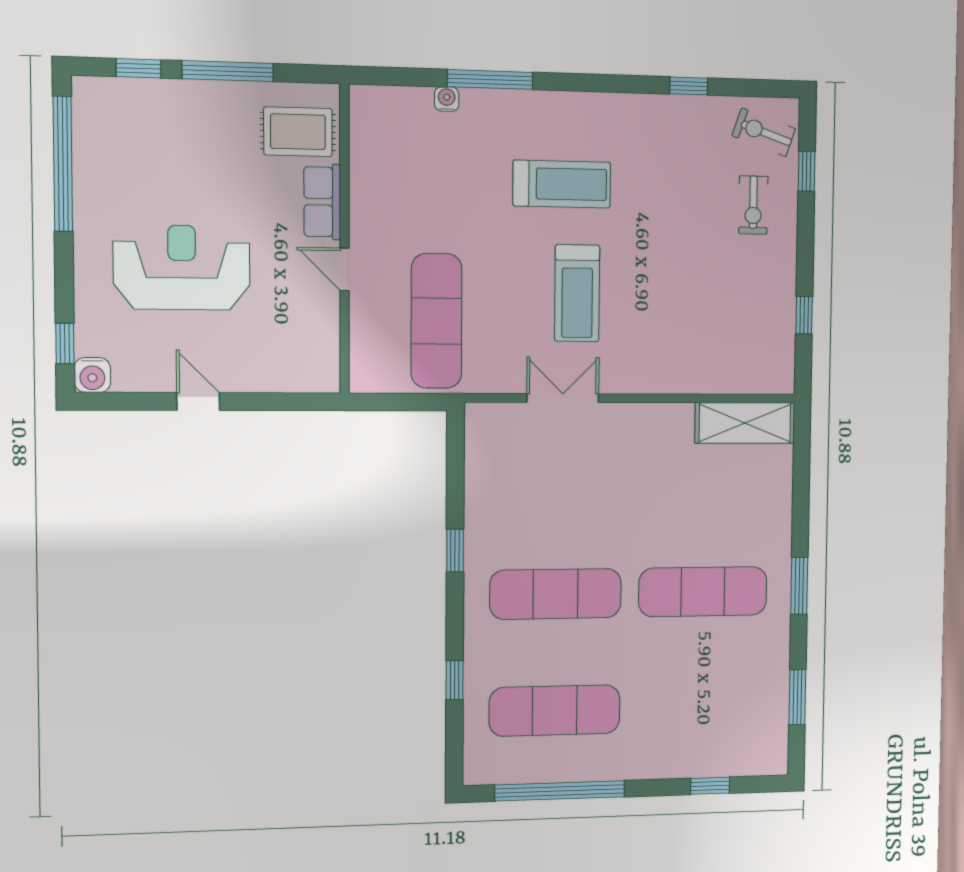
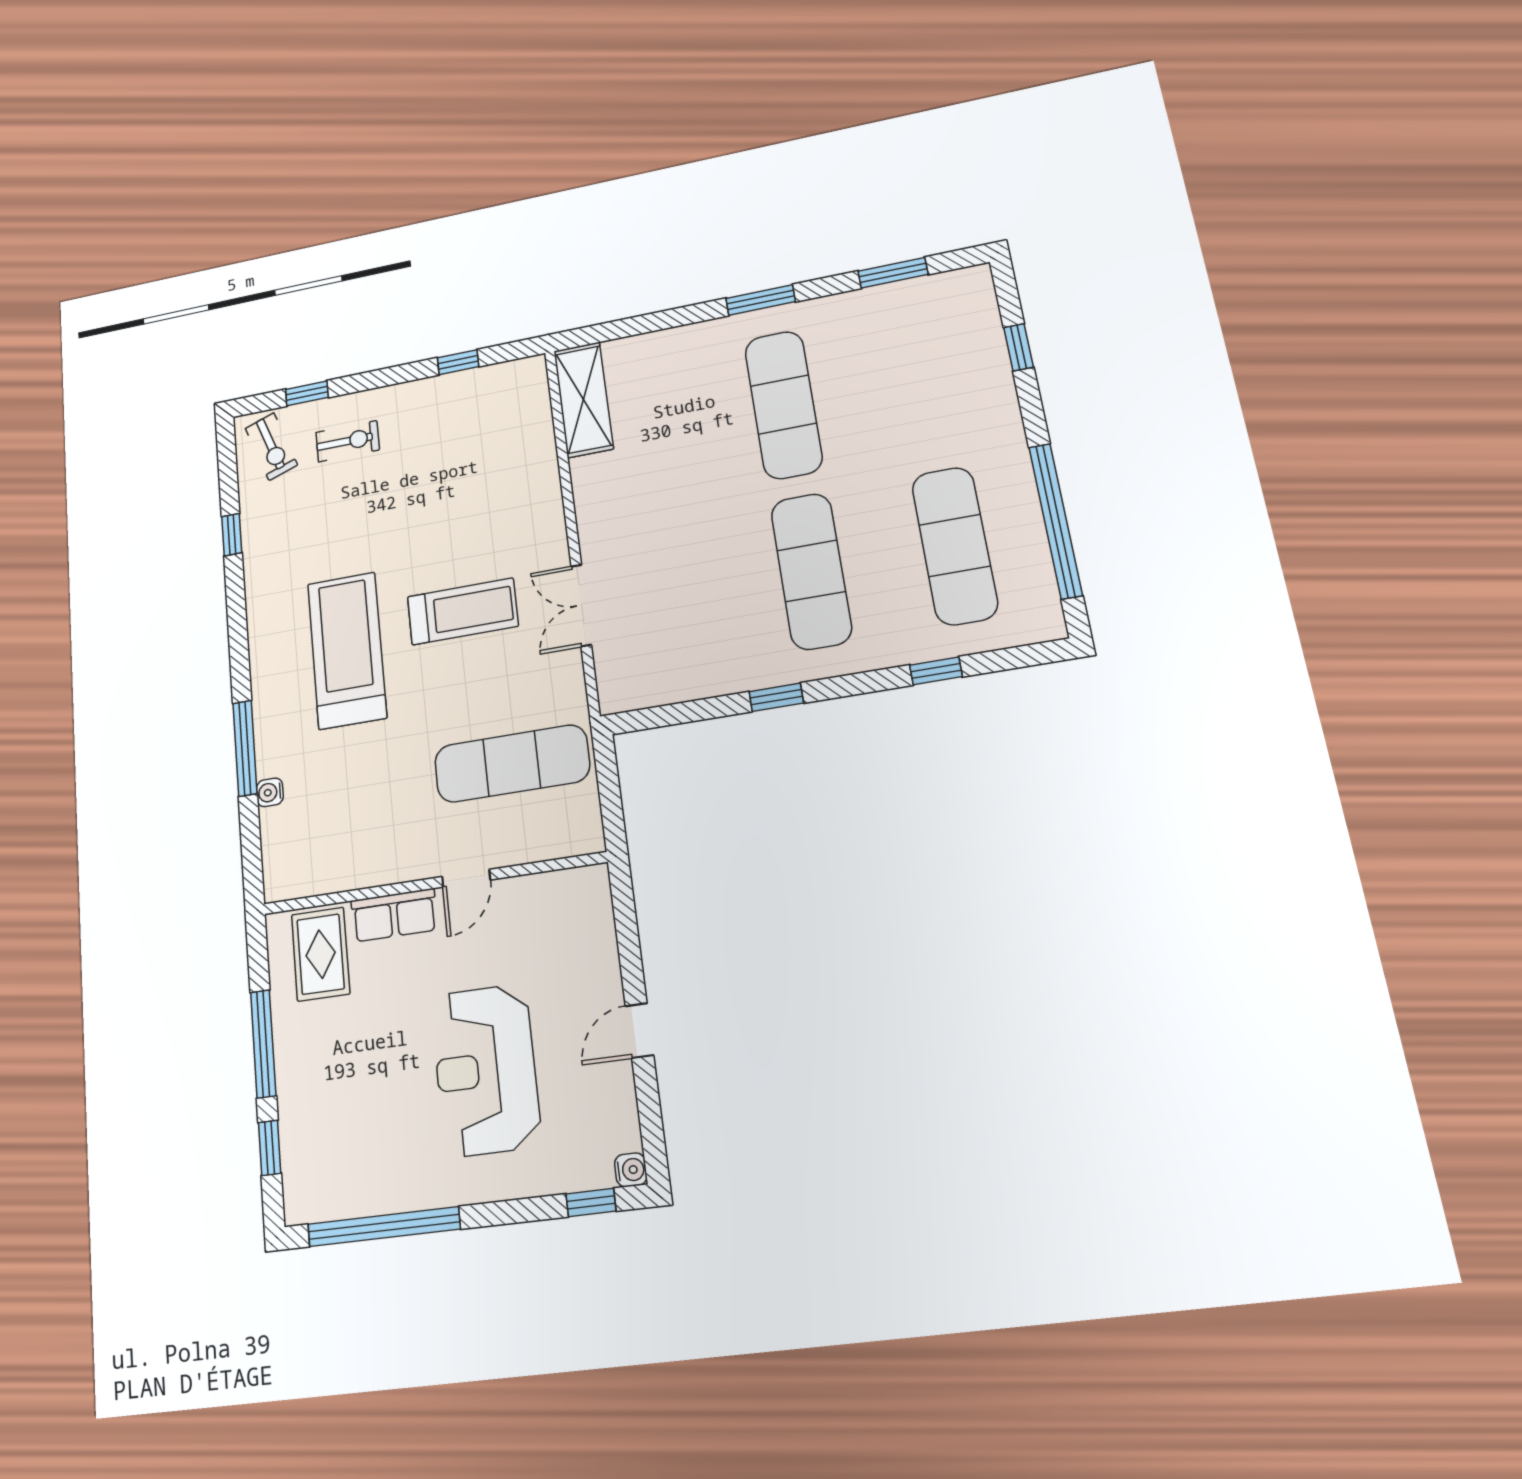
exercise bike: (764, 132) -> (271, 447), turned -38
treadmill: (562, 184) -> (347, 650), width x1.37, depth x1.38
water cooler: (92, 375) -> (631, 1170), width x0.72, depth x0.72

